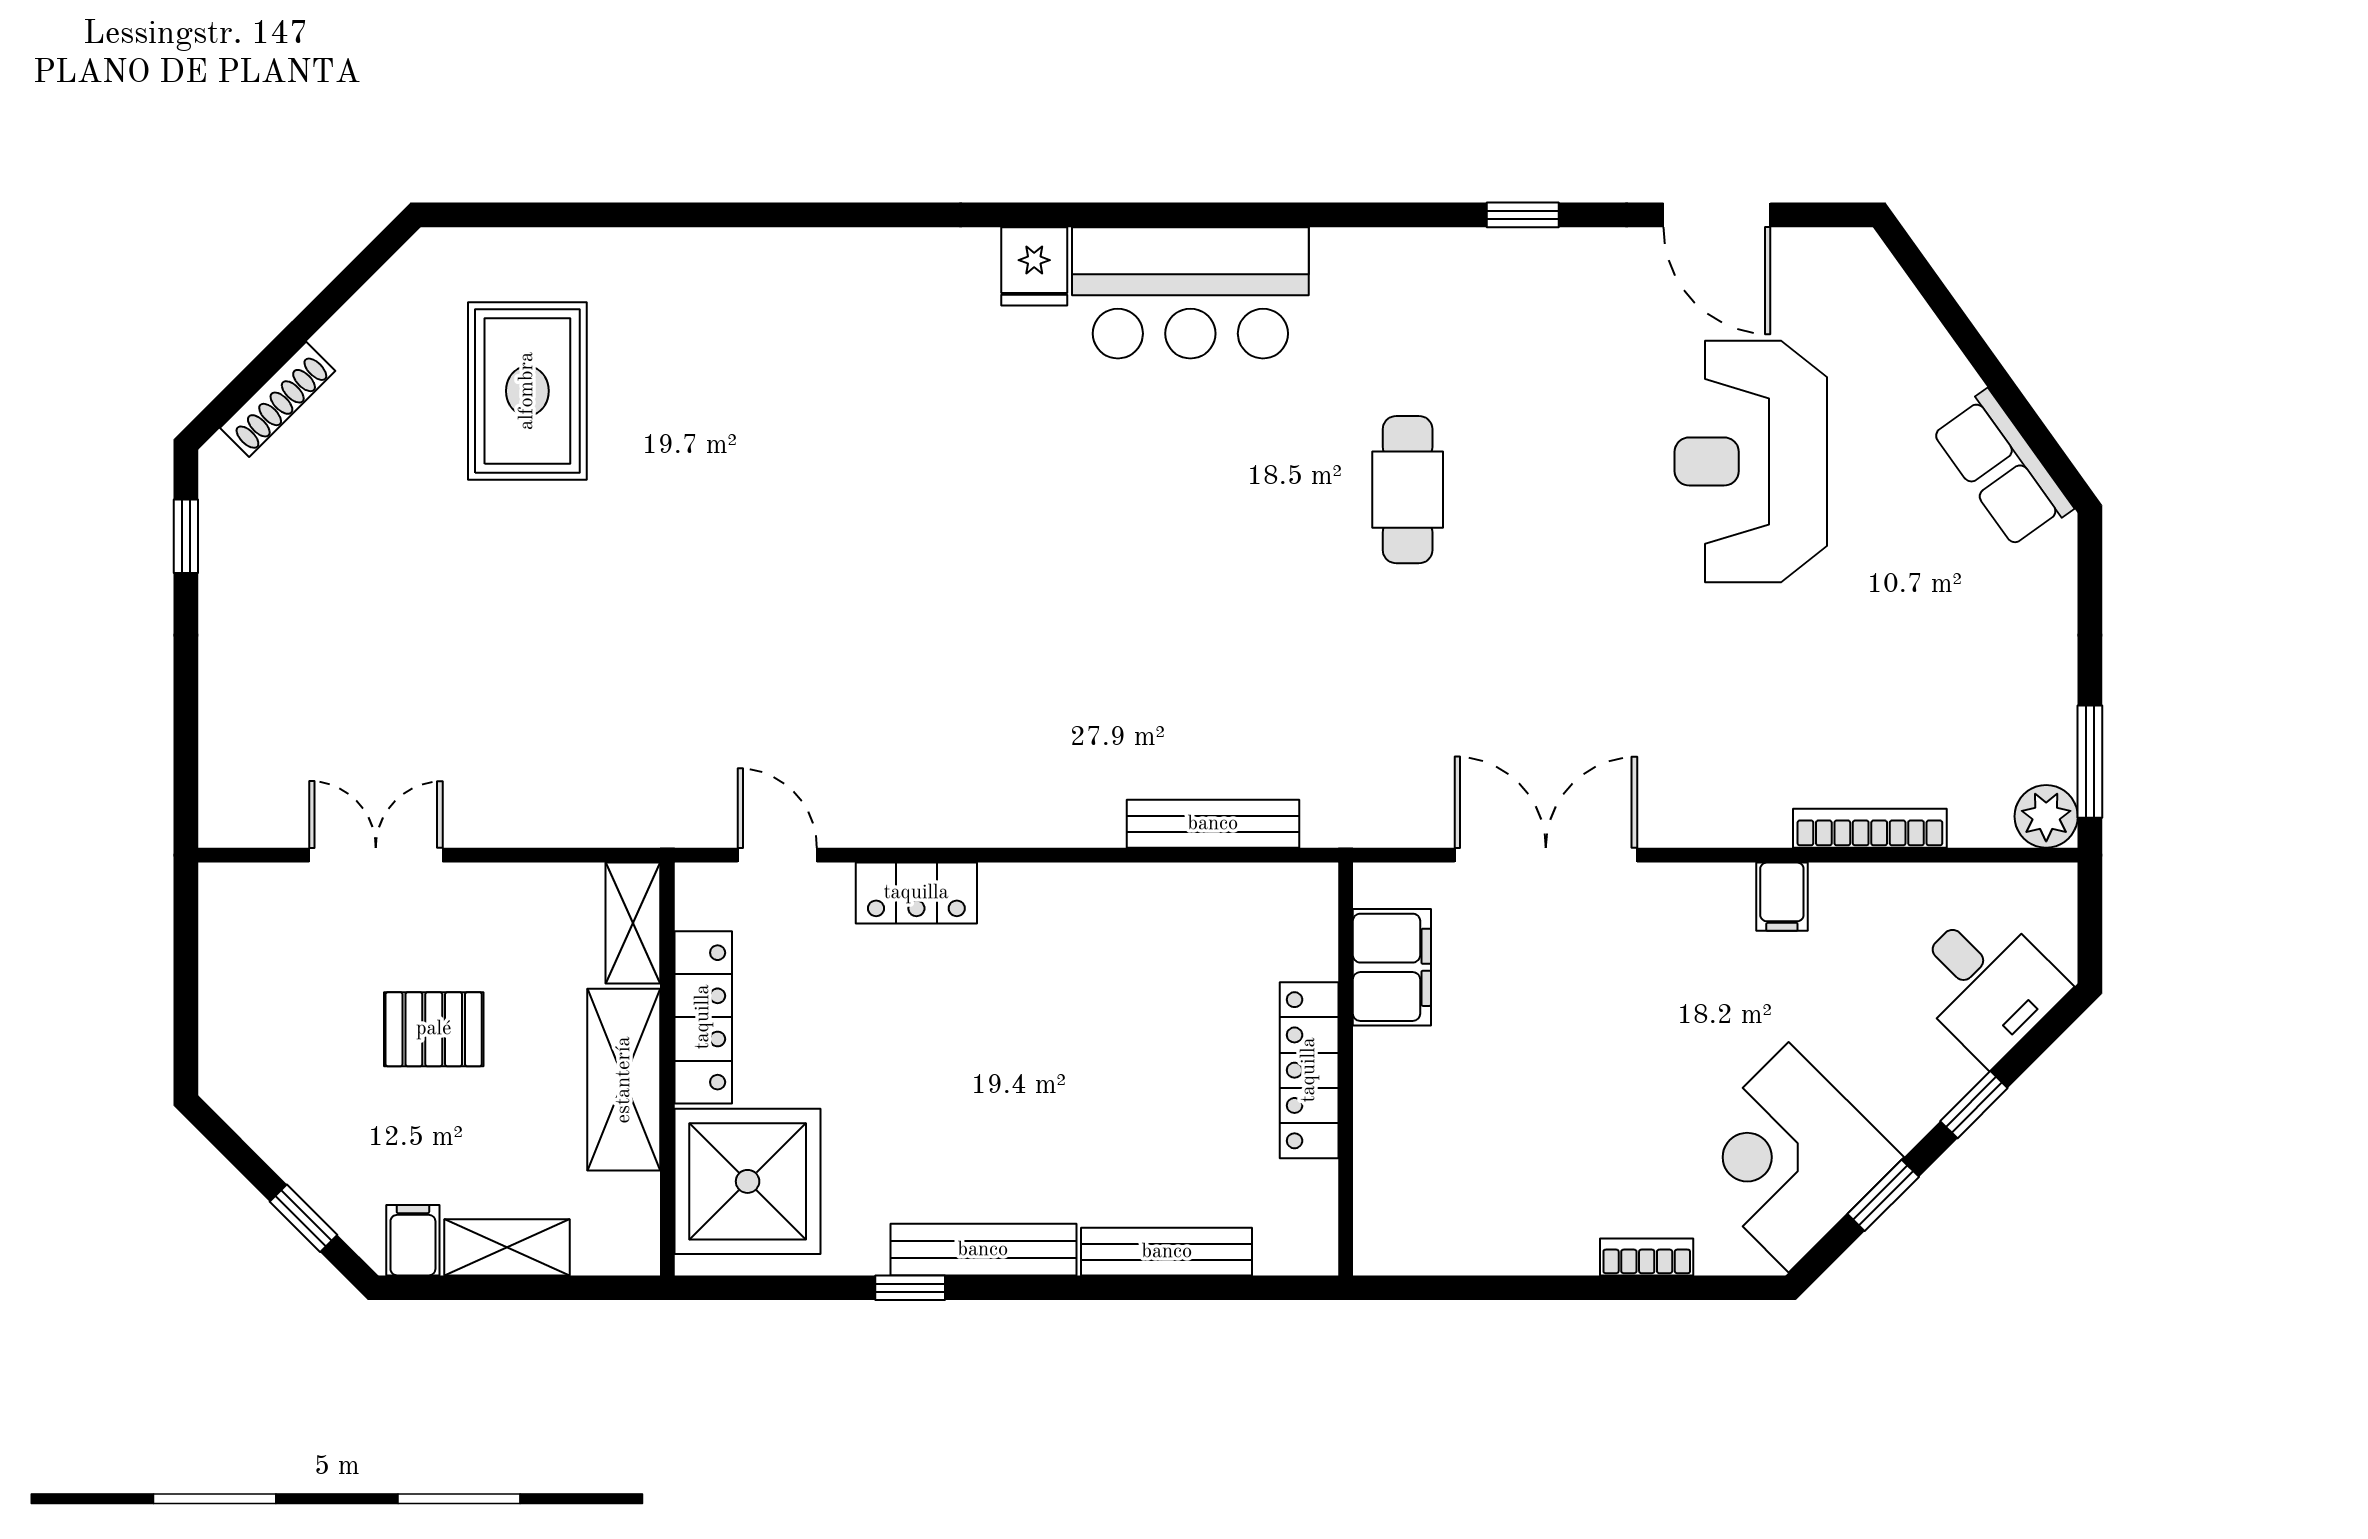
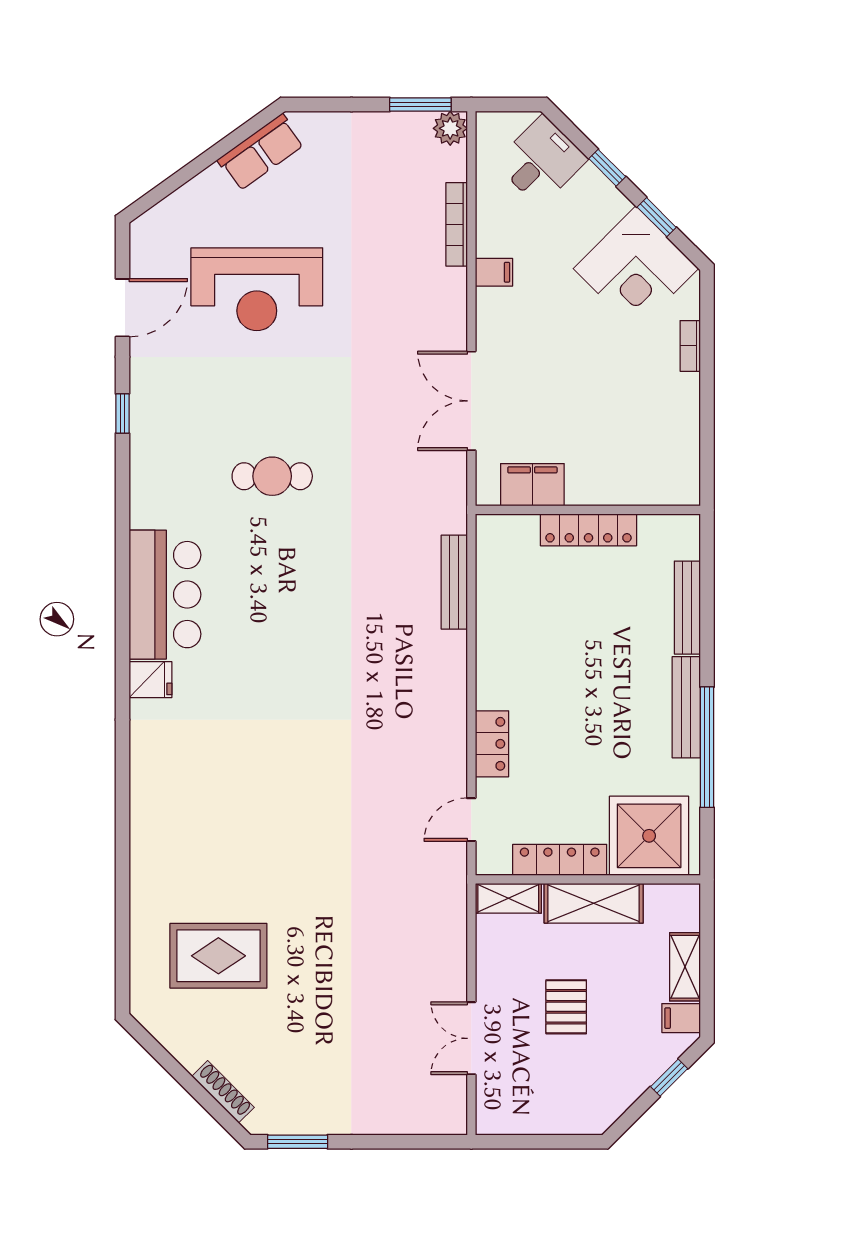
window: (186, 536) -> (298, 1142), width x1.50
window: (910, 1288) -> (707, 747), width x3.17

